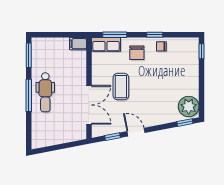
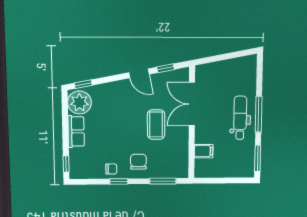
filing cabinet: (78, 44) -> (204, 151), moved
row of seats: (106, 44) -> (76, 131), moved, turned 90

